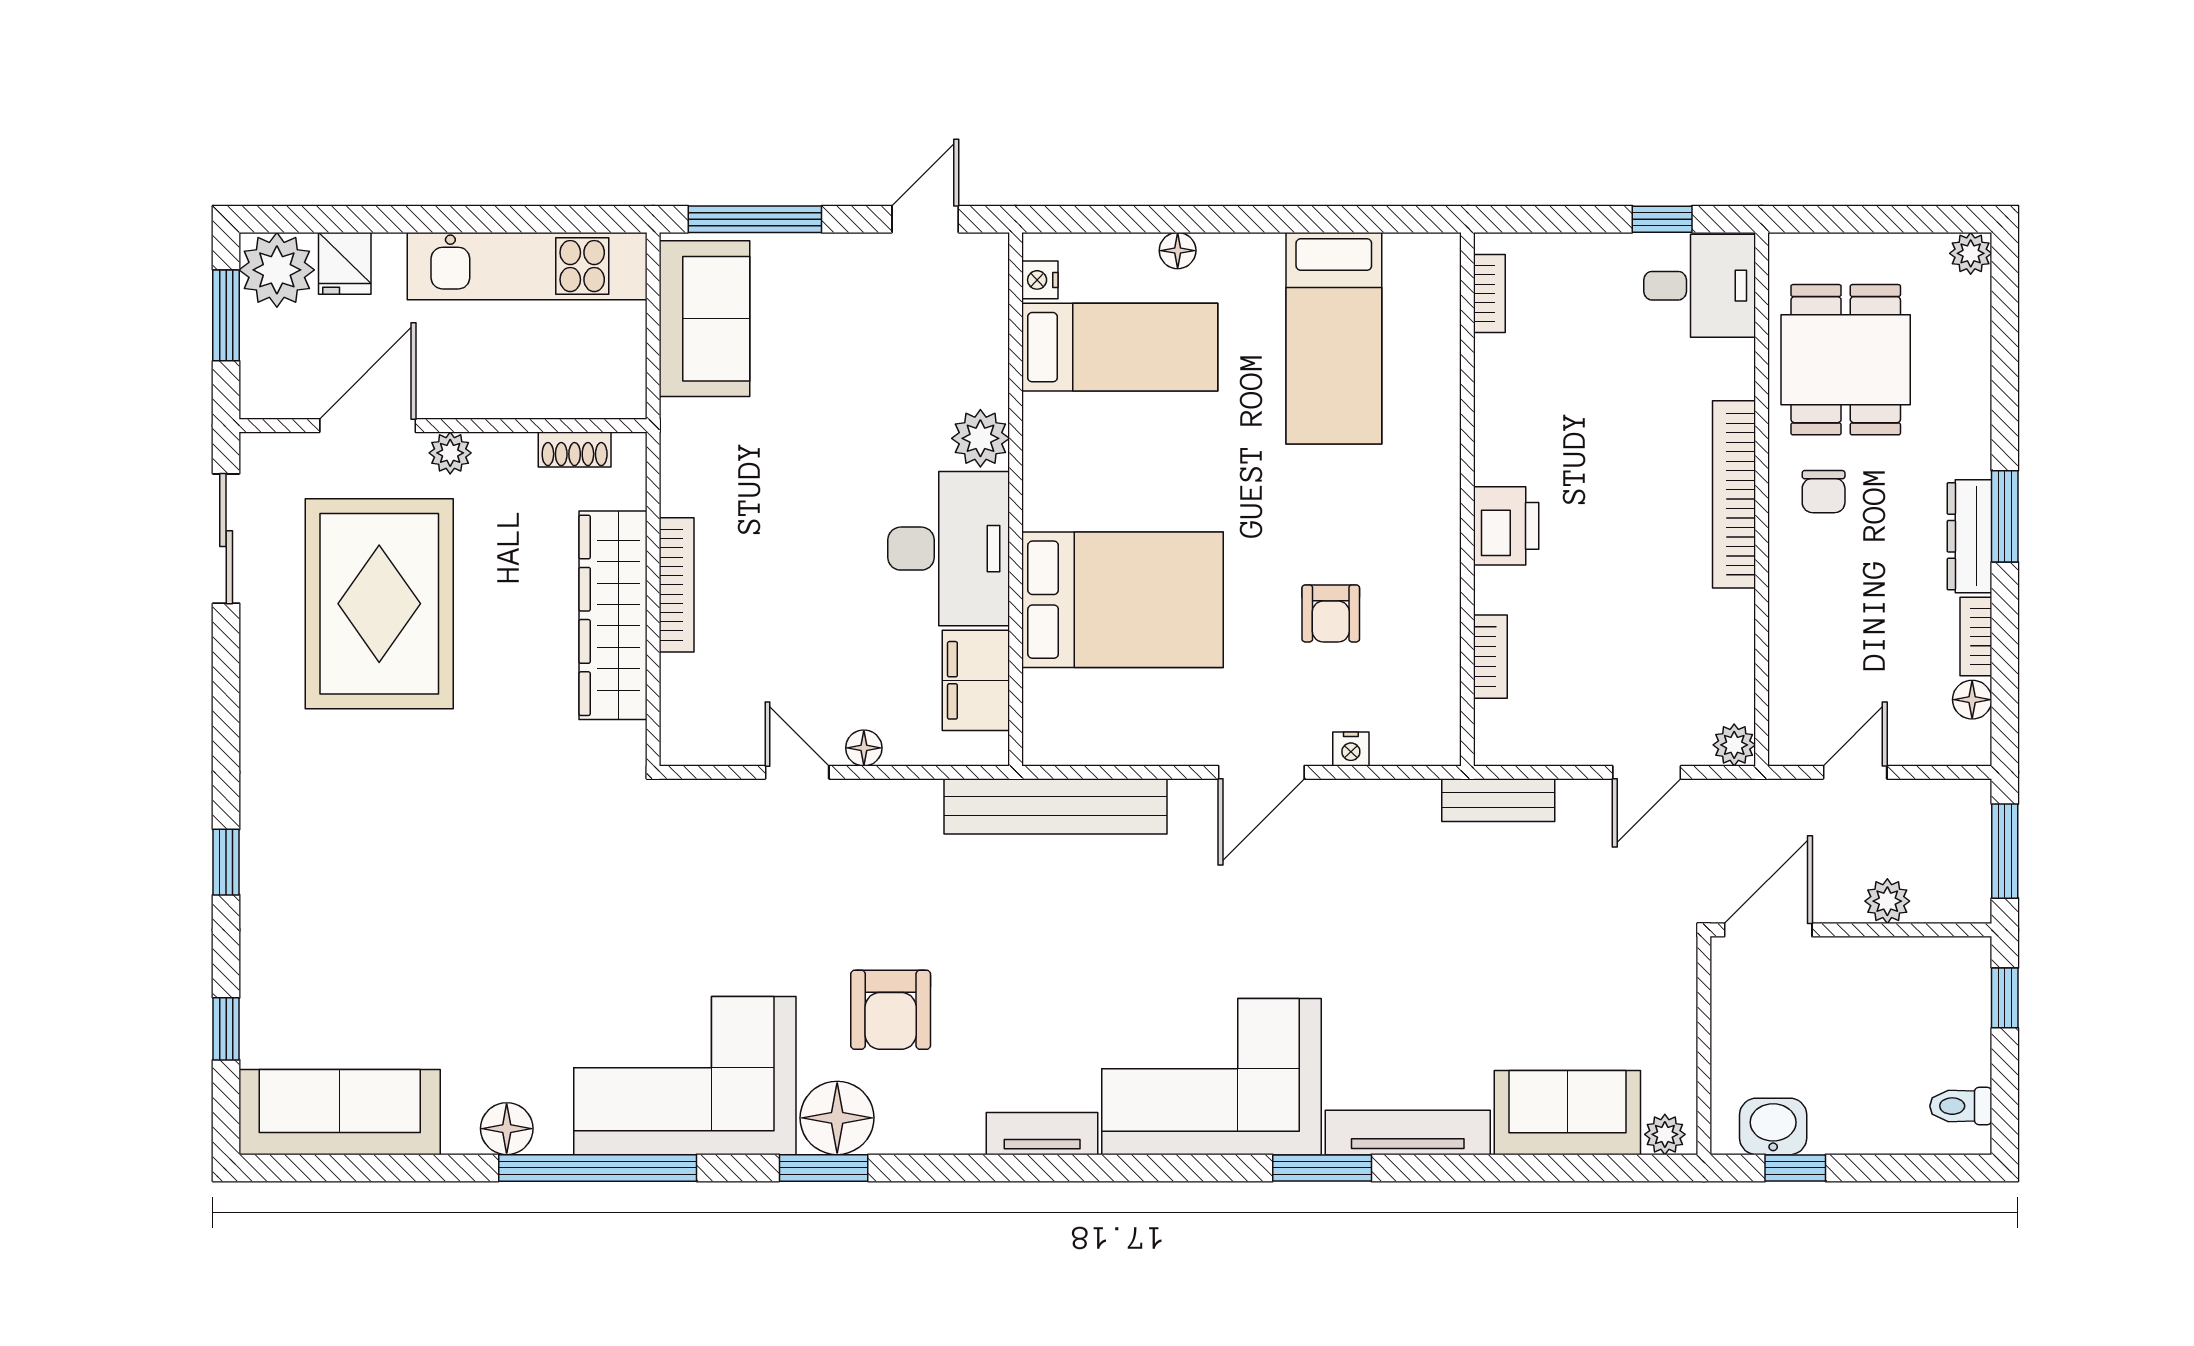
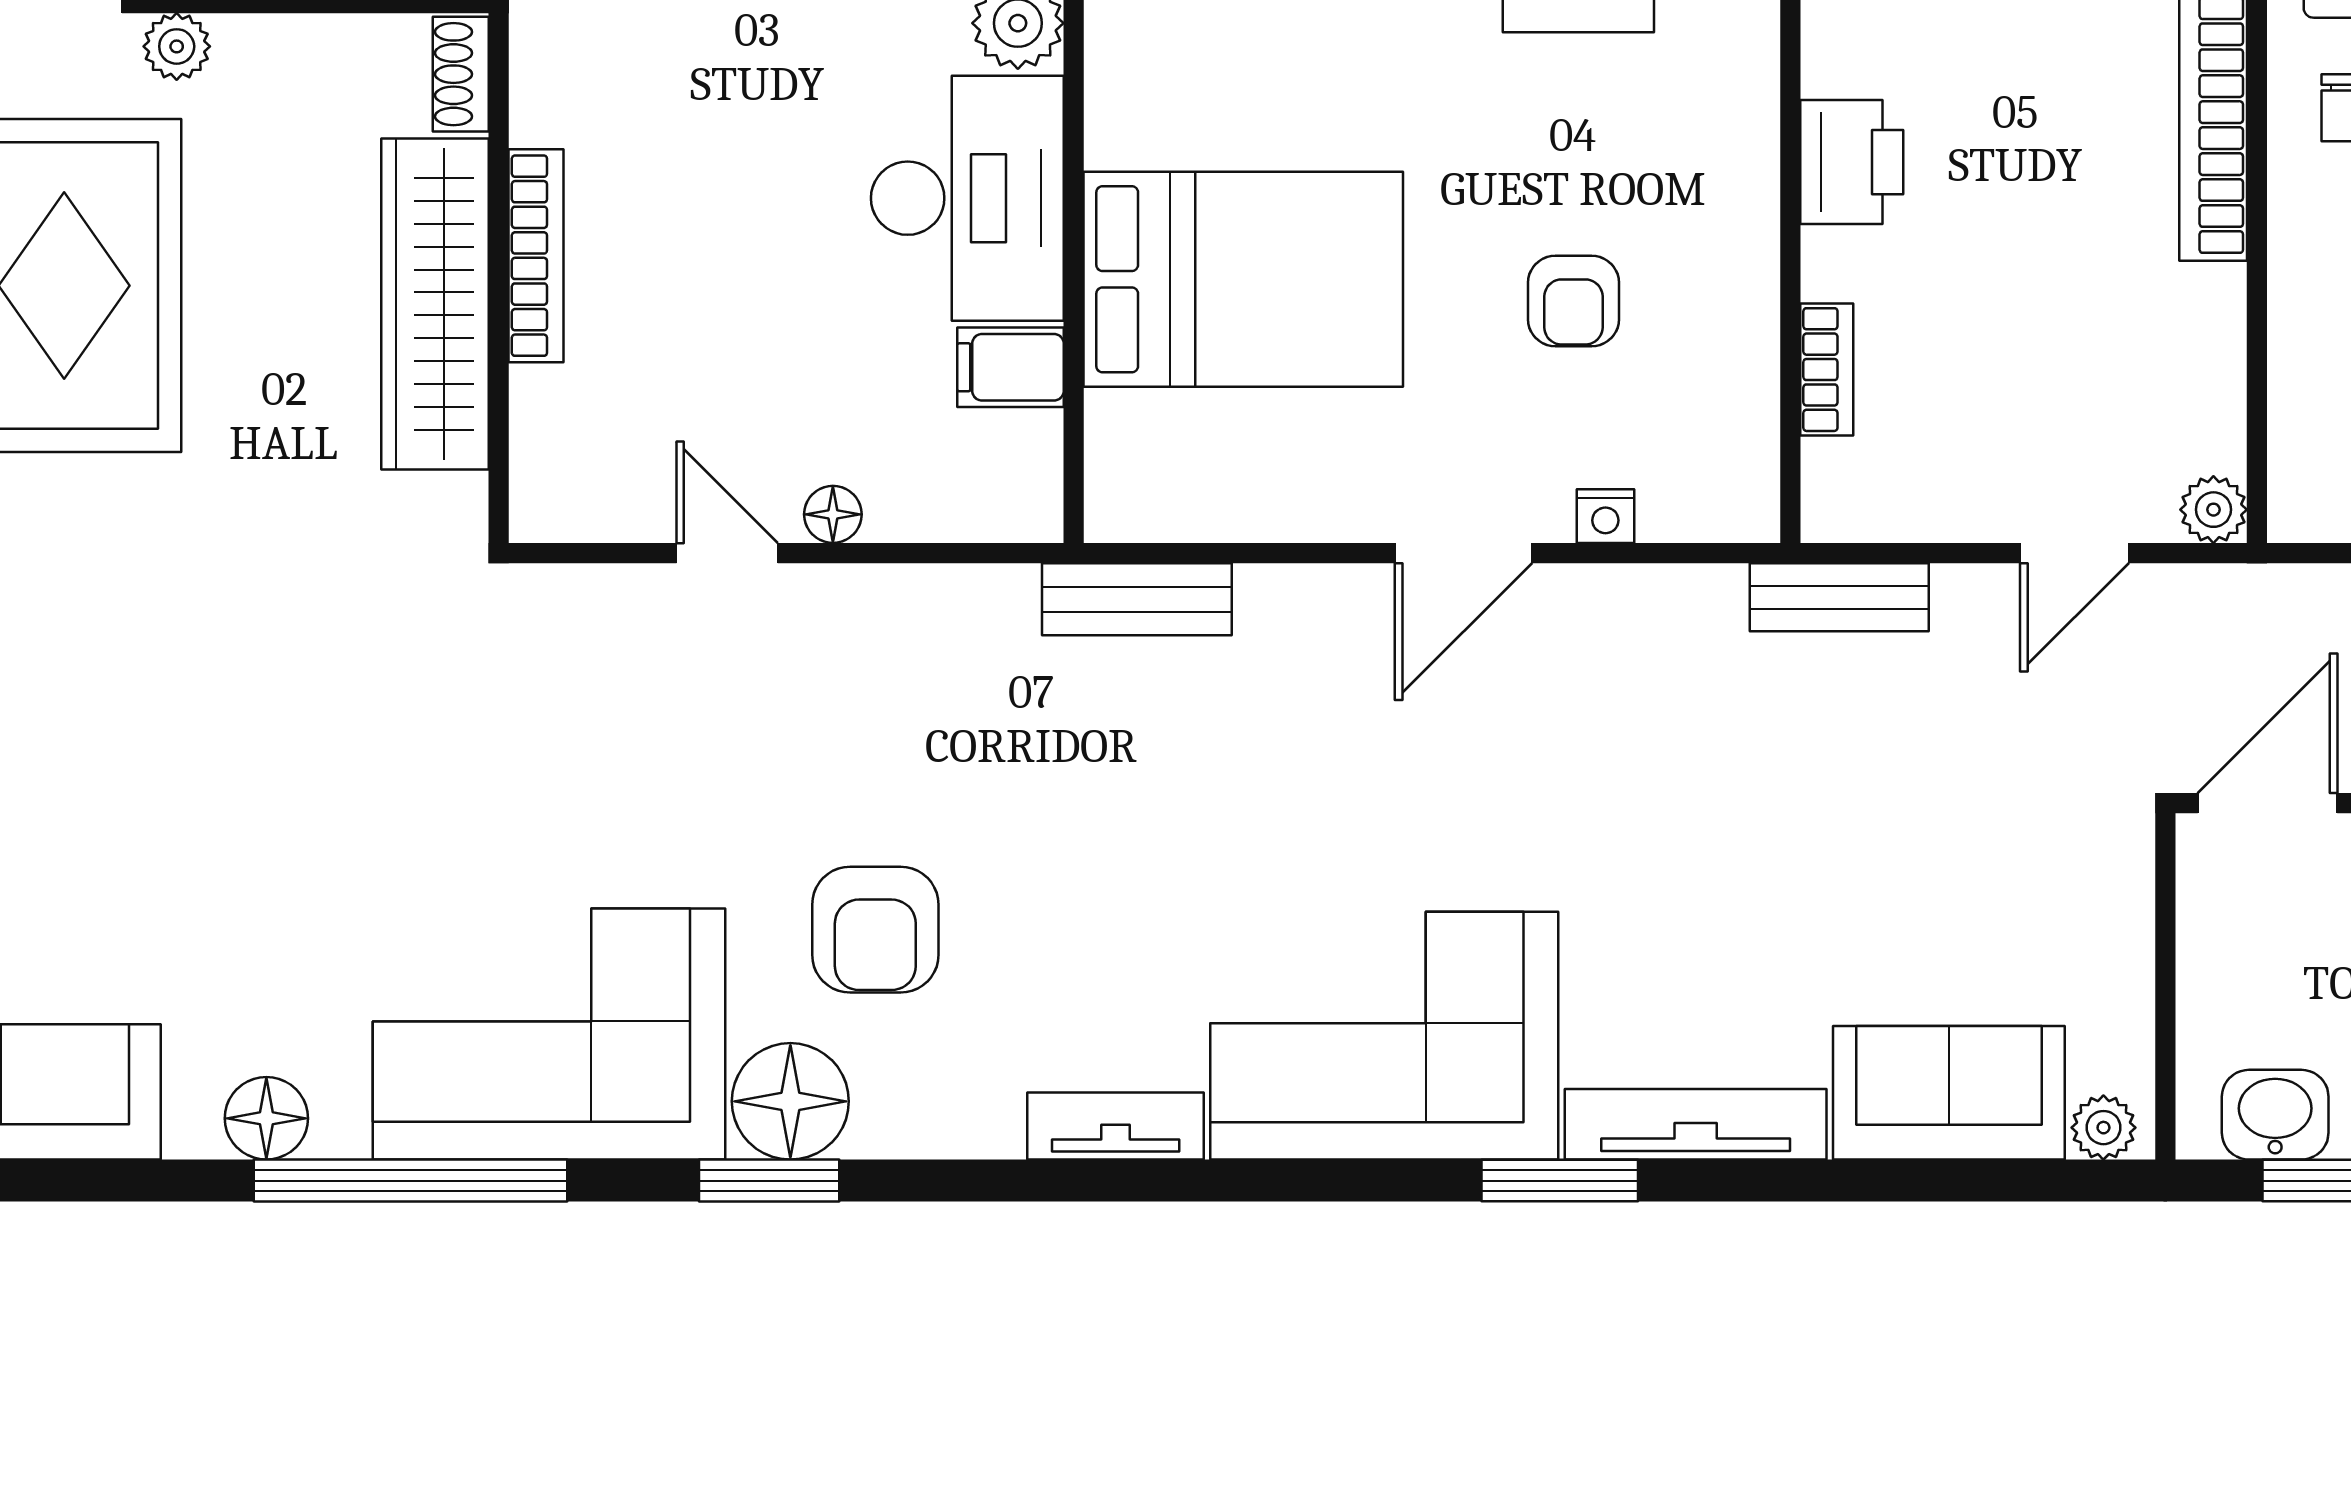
shoe rack: (575, 450) -> (461, 74), moved, turned 90
filing cabinet: (976, 680) -> (1011, 367), width x0.50
bench: (1056, 806) -> (1137, 599), width x0.54, depth x0.82

